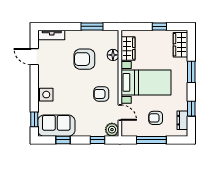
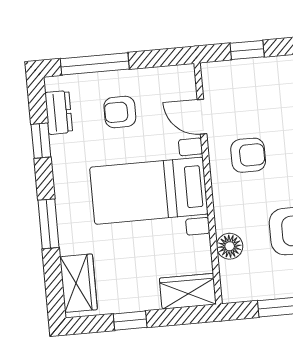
wardrobe: (128, 48) -> (188, 291), moved, turned 90
armchair: (156, 118) -> (120, 112), turned 180
plant: (112, 130) -> (216, 77), removed
window: (151, 140) -> (95, 64), moved

